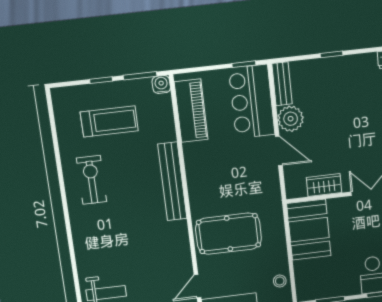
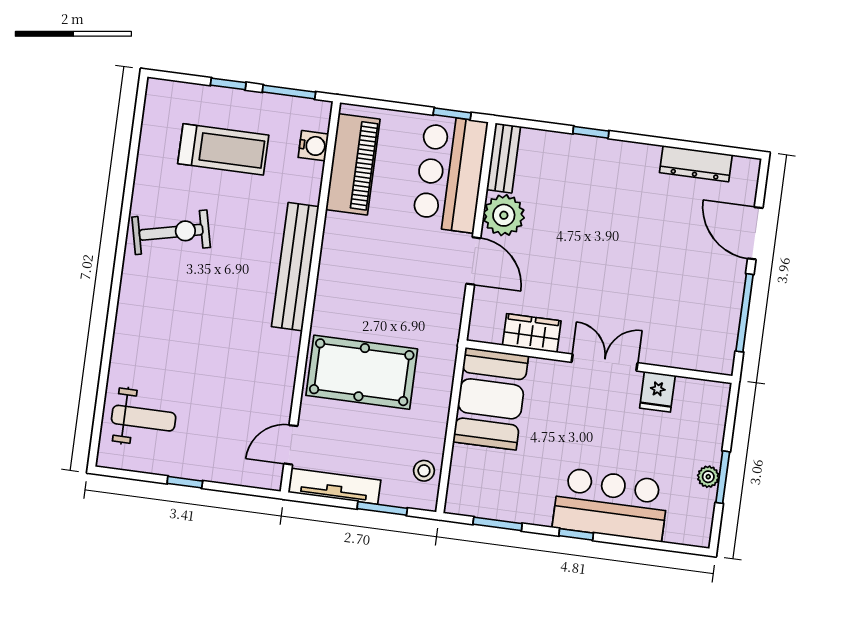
water cooler: (161, 84) -> (313, 146), moved, turned 90
exercise bike: (92, 180) -> (171, 232), turned 77

